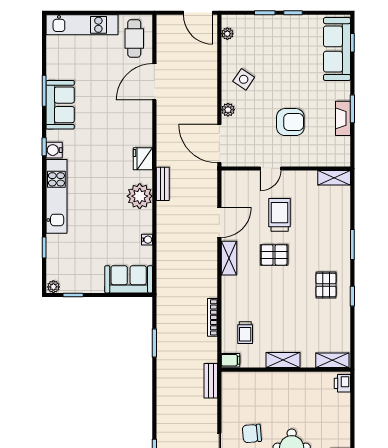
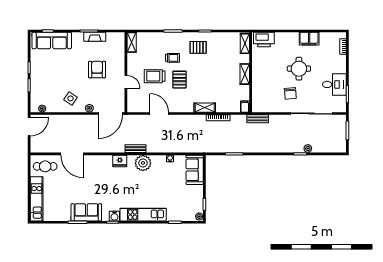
shelving: (229, 258) -> (205, 108), moved
trolley: (245, 333) -> (172, 58), moved
printer: (342, 383) -> (264, 40), width x1.87, depth x1.48

